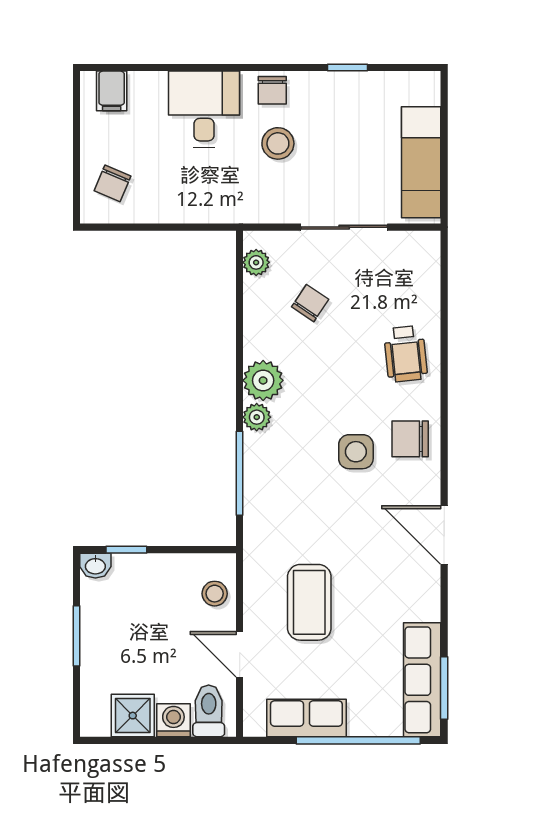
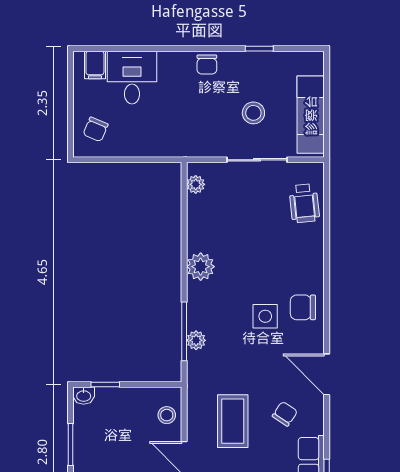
desk: (204, 109) -> (132, 78), moved
stool: (278, 143) -> (253, 113), moved
chair: (310, 303) -> (285, 414), moved
wheelchair: (406, 354) -> (304, 203), moved
plant: (257, 417) -> (196, 340), moved

